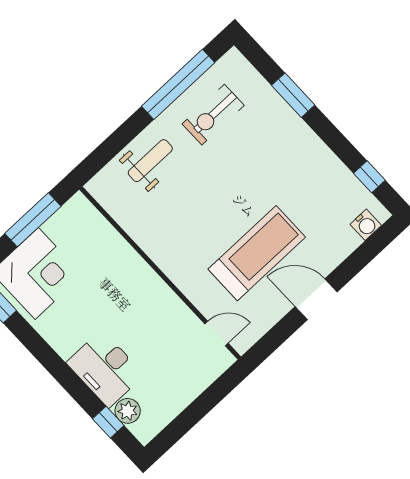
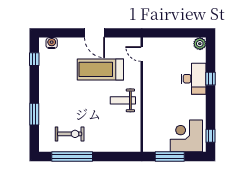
weight bench: (150, 161) -> (123, 100), moved
plant: (128, 411) -> (200, 44), moved
window: (108, 422) -> (210, 79), moved

